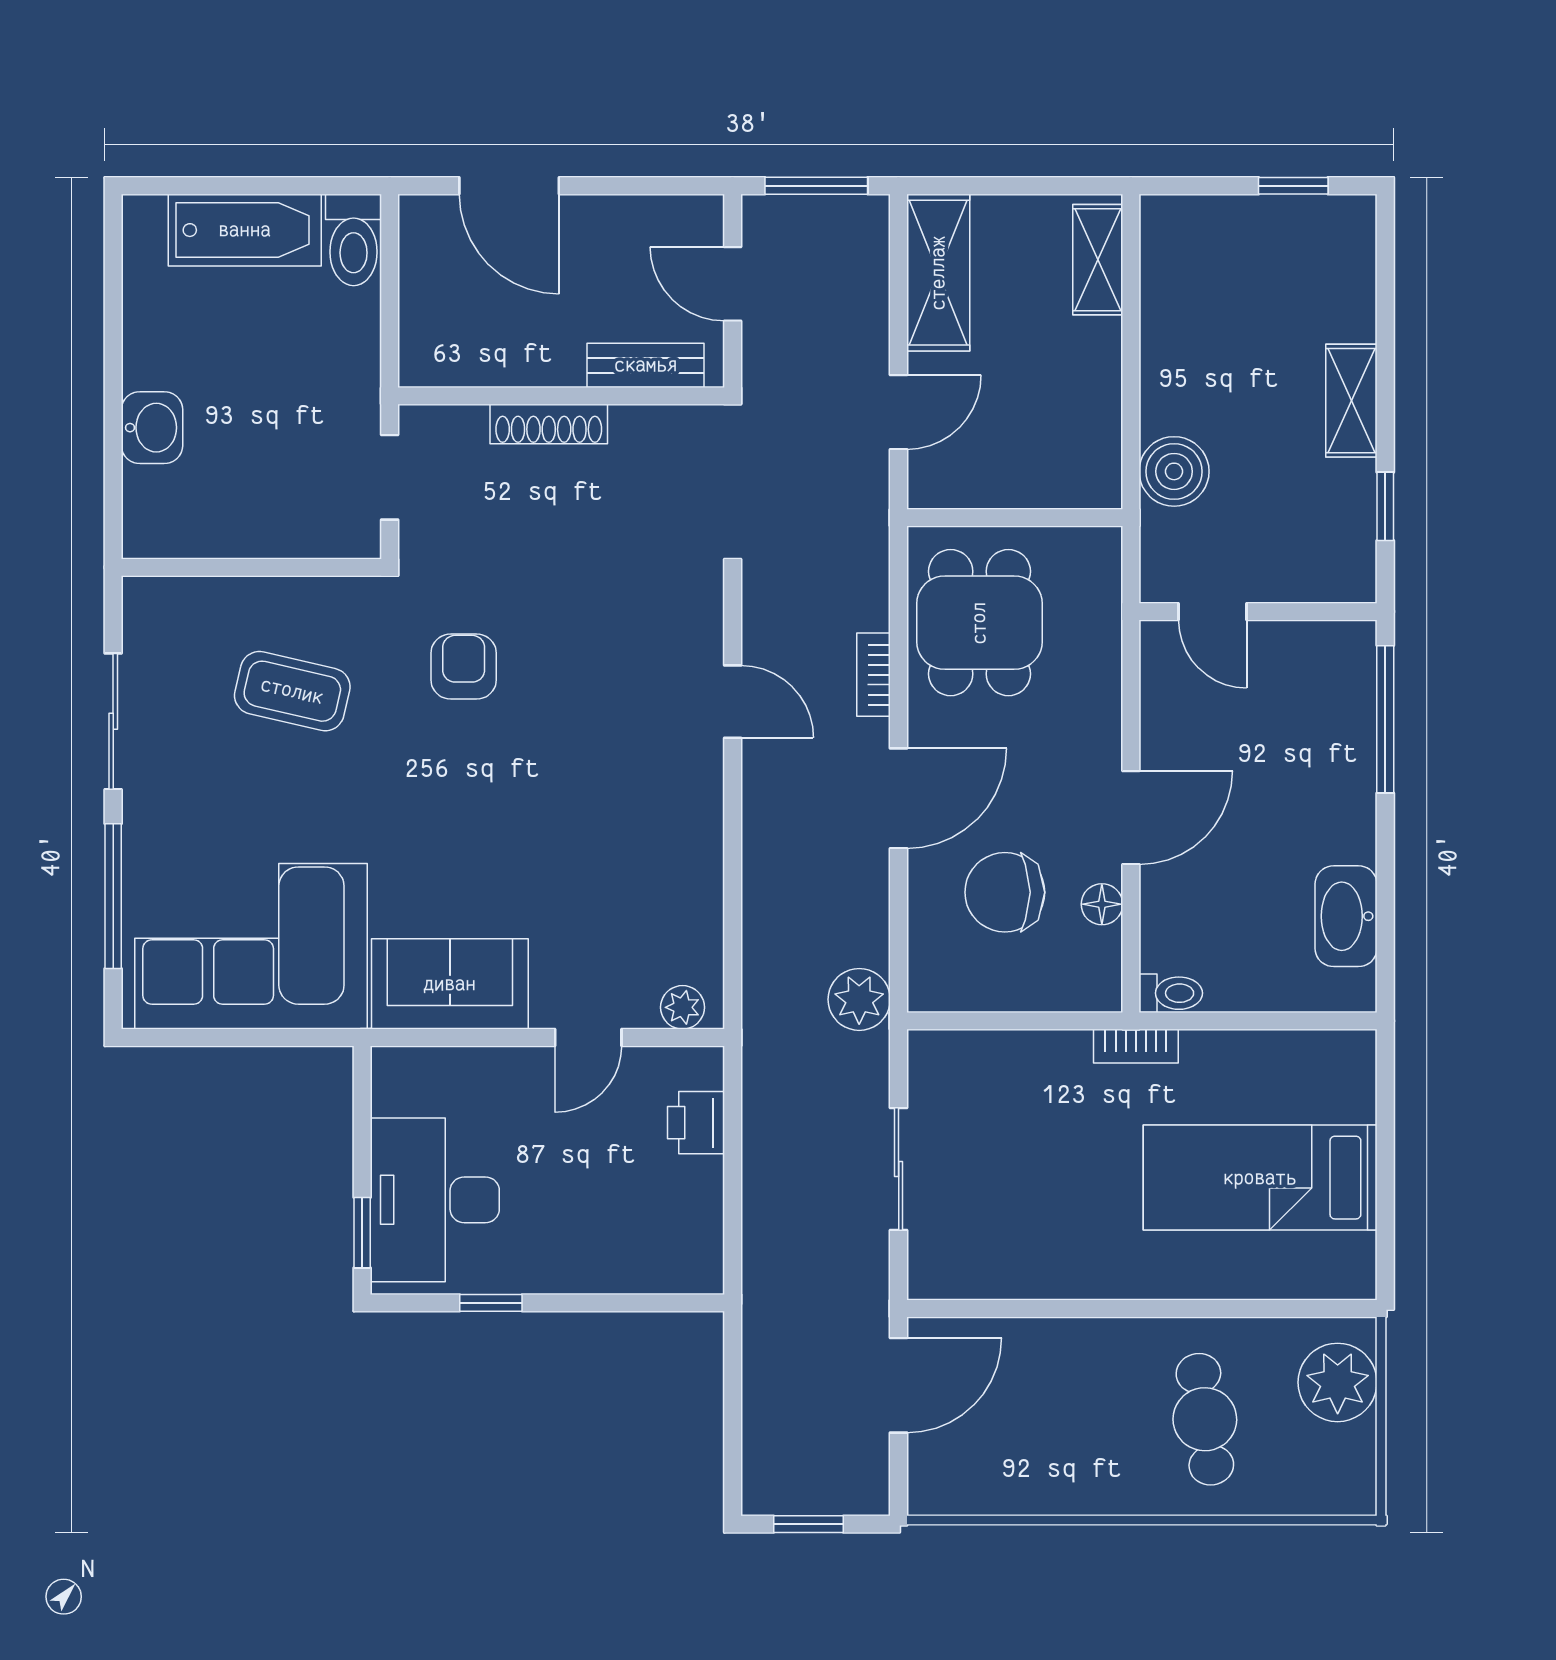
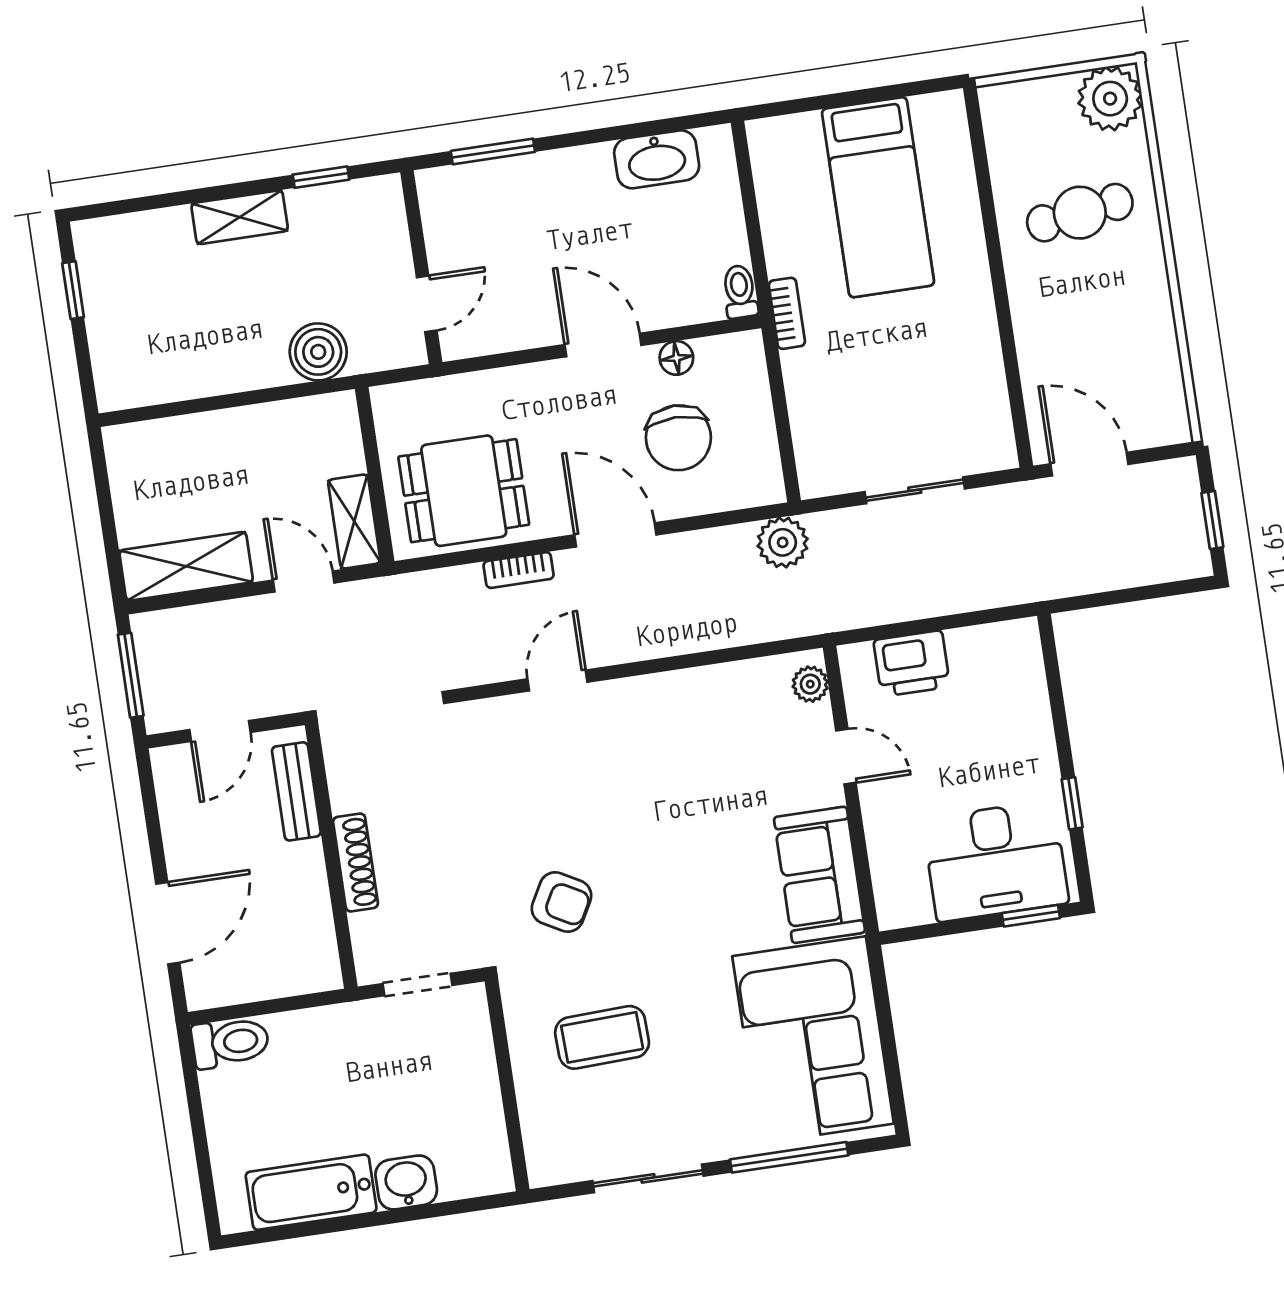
bathtub: (245, 230) -> (311, 1192), moved, turned -90
shelving: (1098, 260) -> (354, 521), moved, turned 90
armchair: (464, 667) -> (561, 902), turned -151
coffee table: (292, 691) -> (602, 1037), turned 75
window: (1385, 719) -> (493, 151), width x0.69
printer: (696, 1123) -> (912, 664), width x1.36, depth x1.24
plant: (1338, 1382) -> (1110, 99), moved

